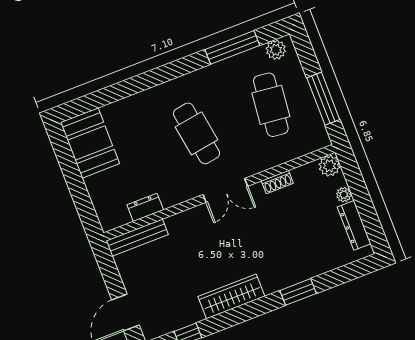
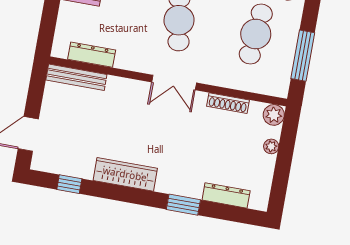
shoe rack: (277, 182) -> (228, 103), width x1.43
dresser: (145, 207) -> (92, 55), width x1.44
dresser: (354, 225) -> (226, 195), moved, turned 90

